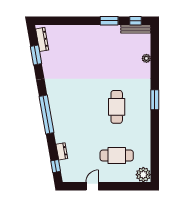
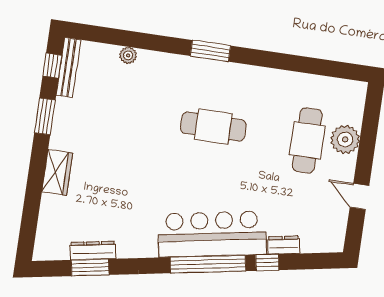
wardrobe: (82, 31) -> (57, 172), added
dresser: (42, 39) -> (93, 251), moved
bar counter: (62, 114) -> (212, 234), added
window: (56, 166) -> (267, 262), moved
plant: (143, 175) -> (345, 139), moved

